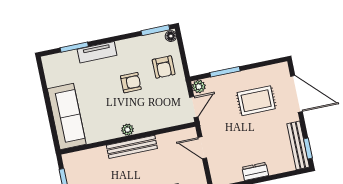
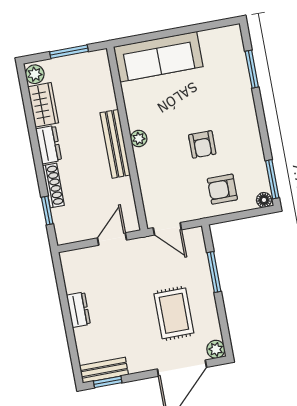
tv unit: (97, 52) -> (244, 100), removed
plant: (199, 87) -> (216, 349), moved
bench: (298, 145) -> (104, 370), width x0.73

